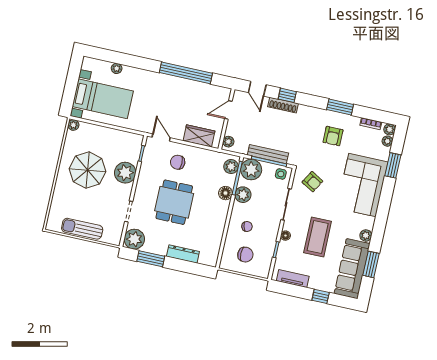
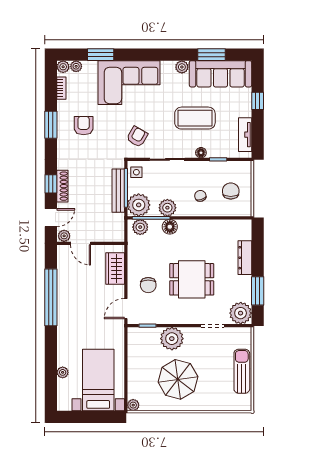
armchair: (333, 136) -> (84, 126), turned -90
plant: (228, 142) -> (64, 236), moved
sun lounger: (82, 229) -> (242, 371), turned 180

